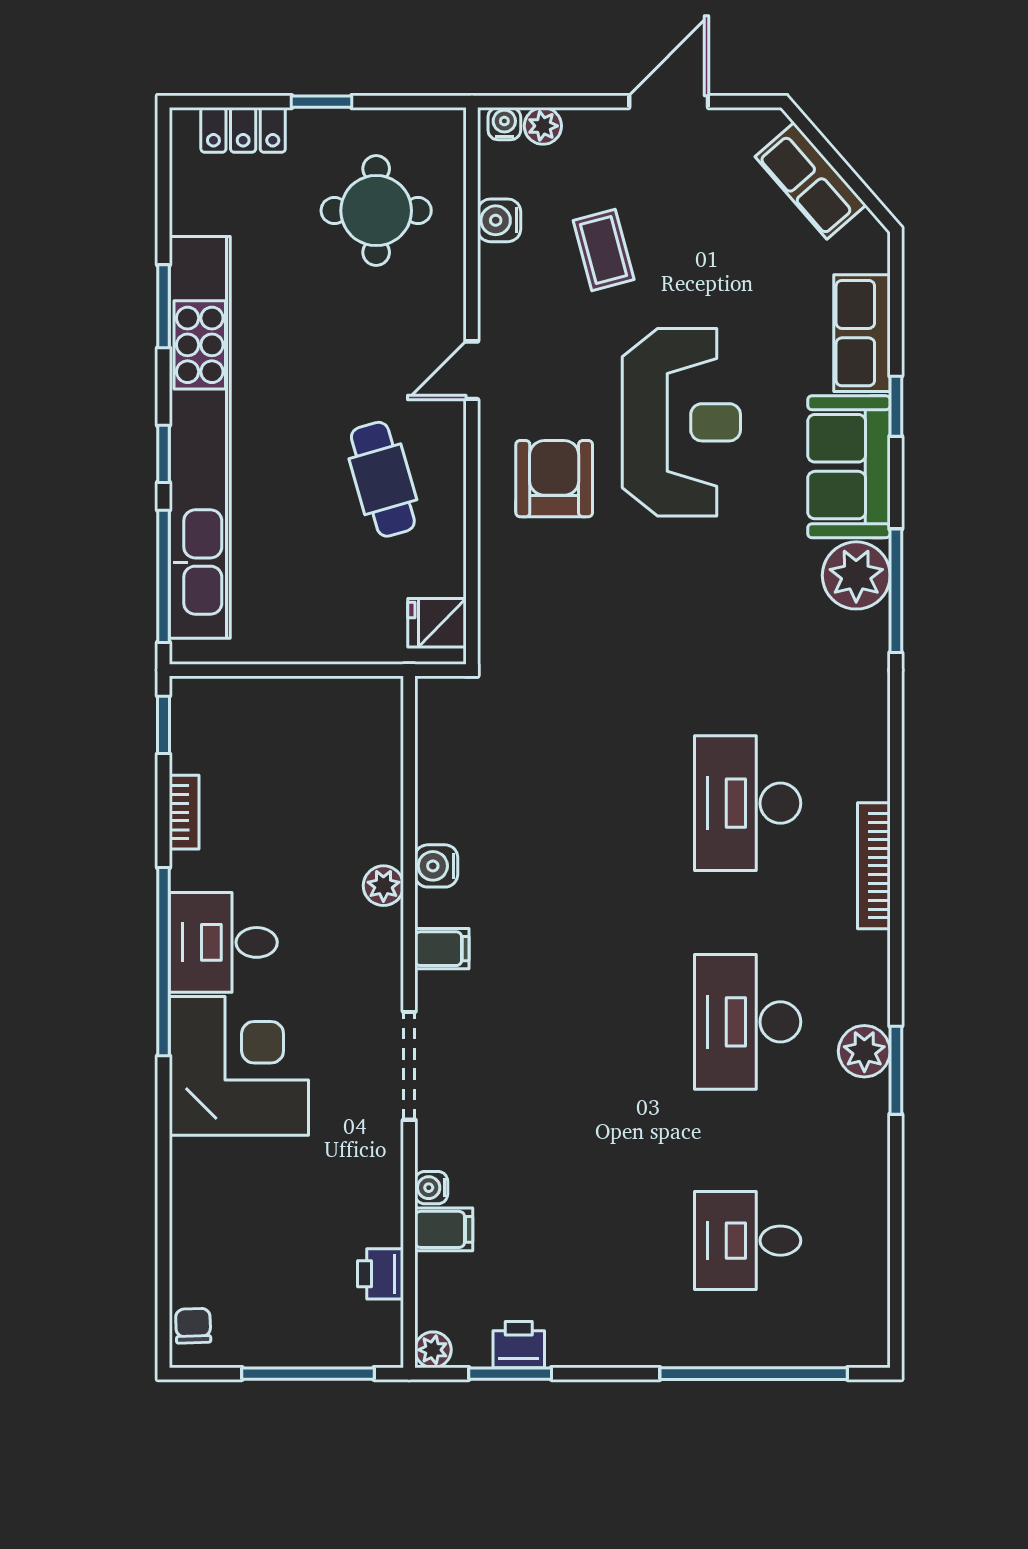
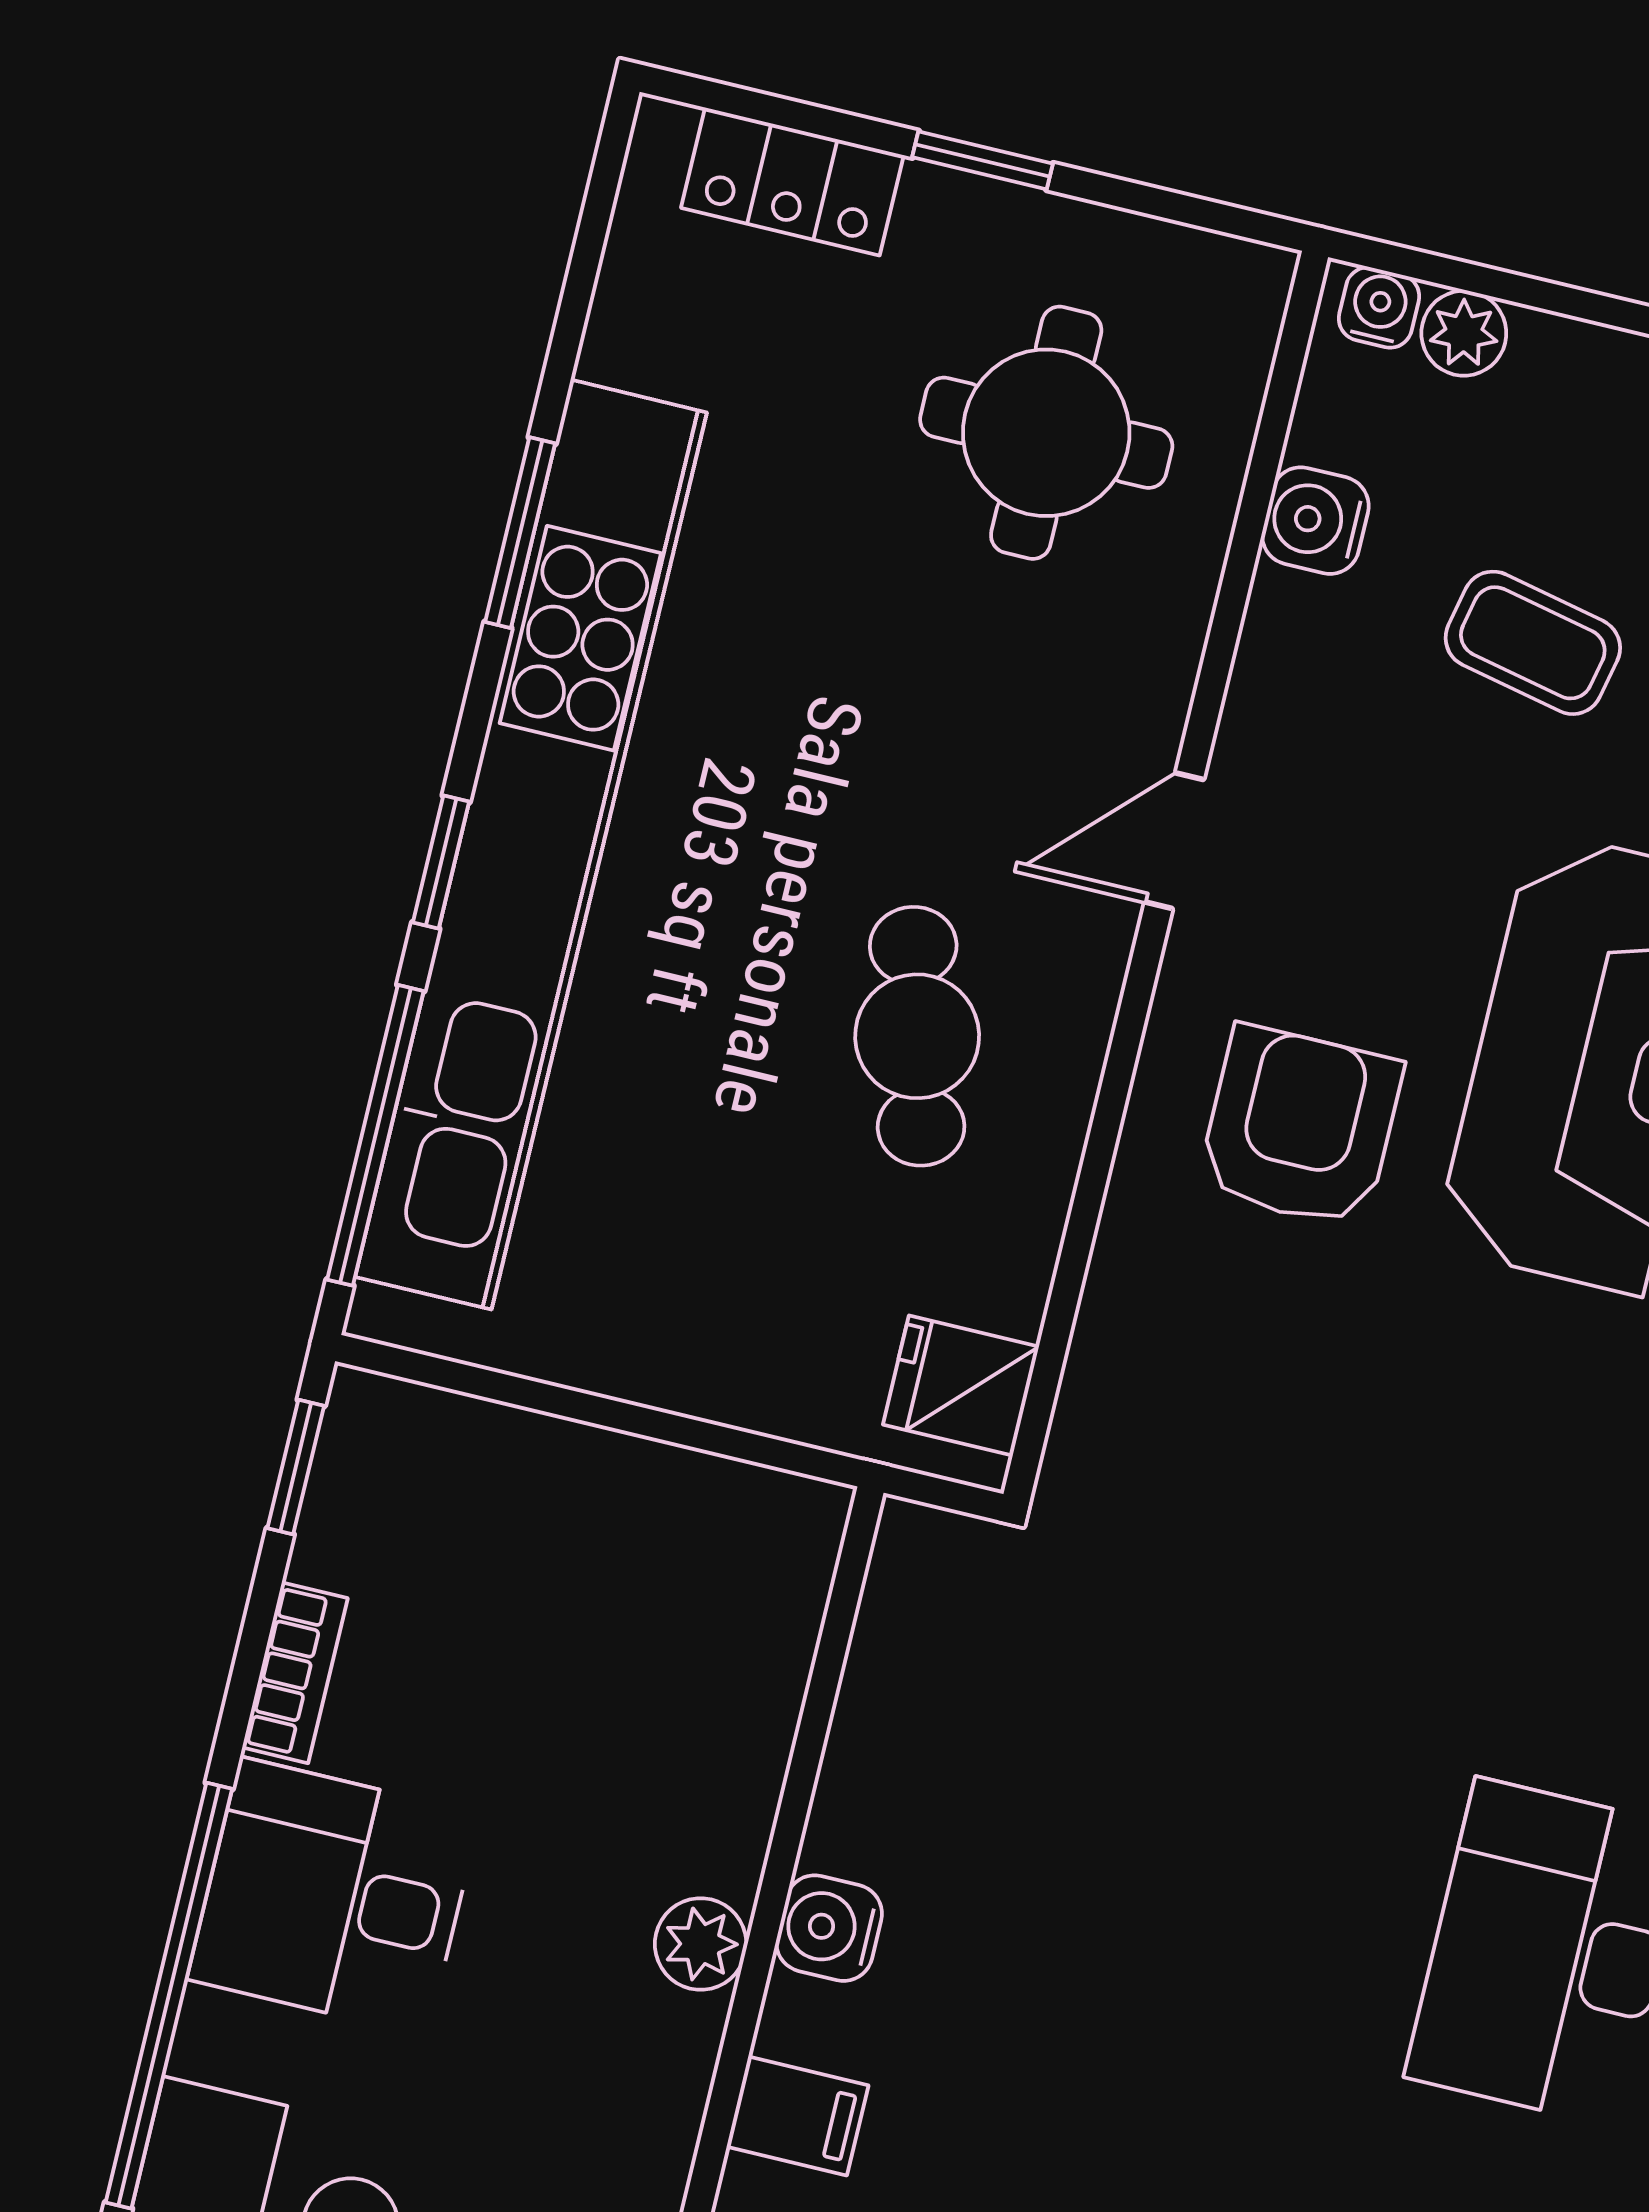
coffee table: (604, 250) -> (1533, 643), turned -63
desk: (223, 942) -> (334, 1897), moved

